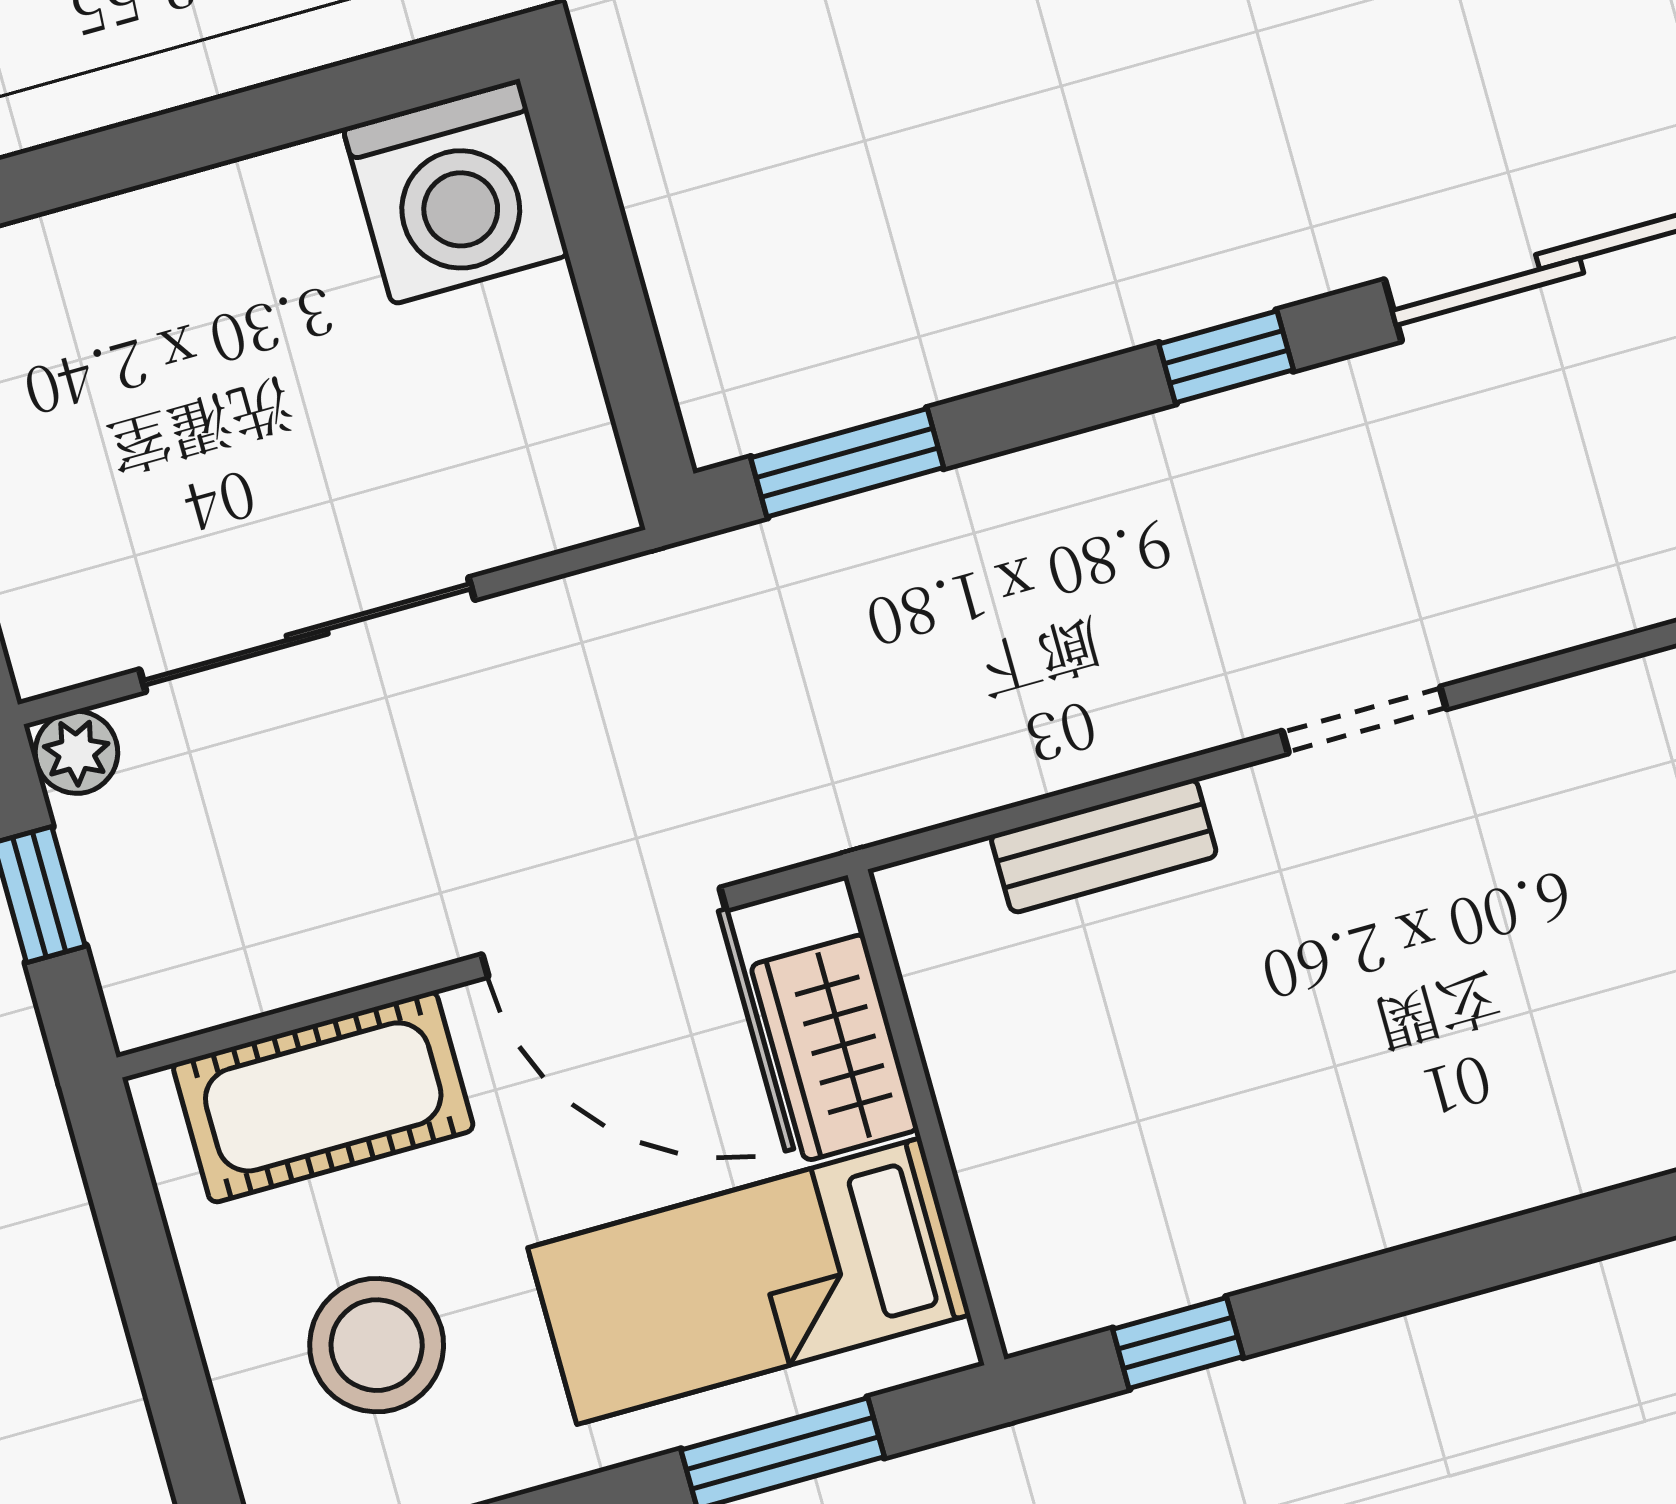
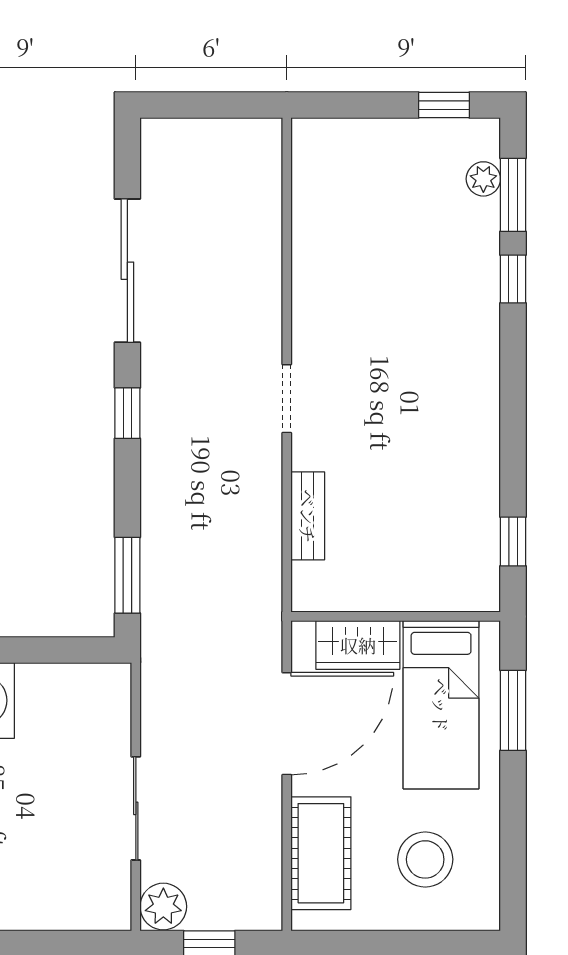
sliding door: (307, 635) -> (136, 808), width x0.73
plant: (76, 752) -> (163, 907), width x1.38, depth x1.38

